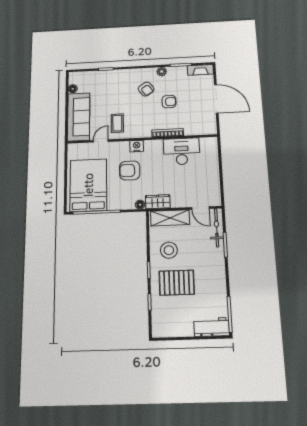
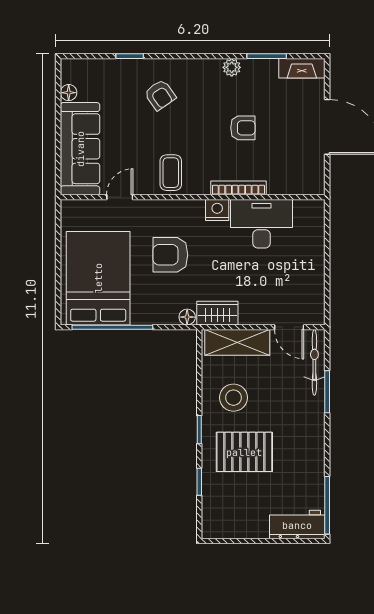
armchair: (146, 89) -> (160, 95), moved
coffee table: (117, 123) -> (171, 173), moved
nightstand: (137, 146) -> (217, 210), moved

